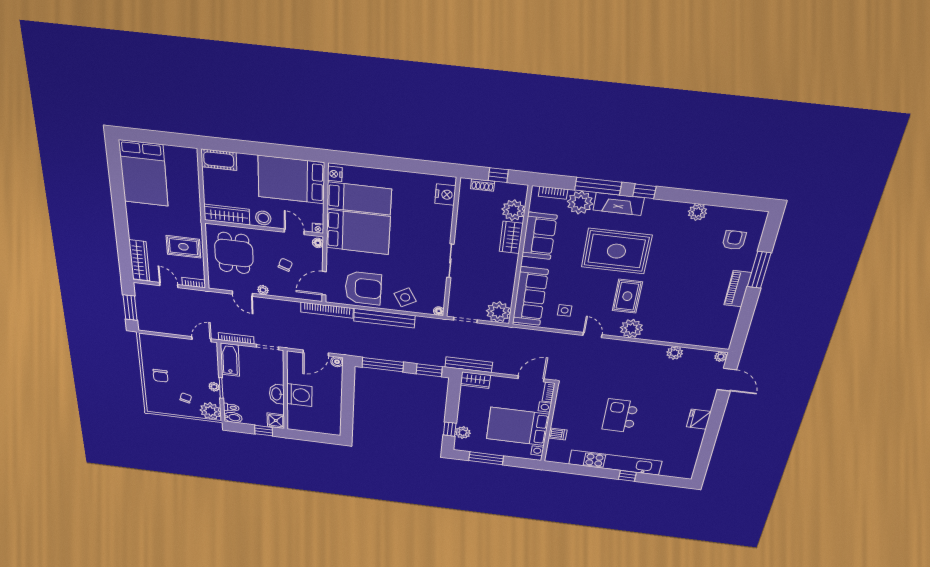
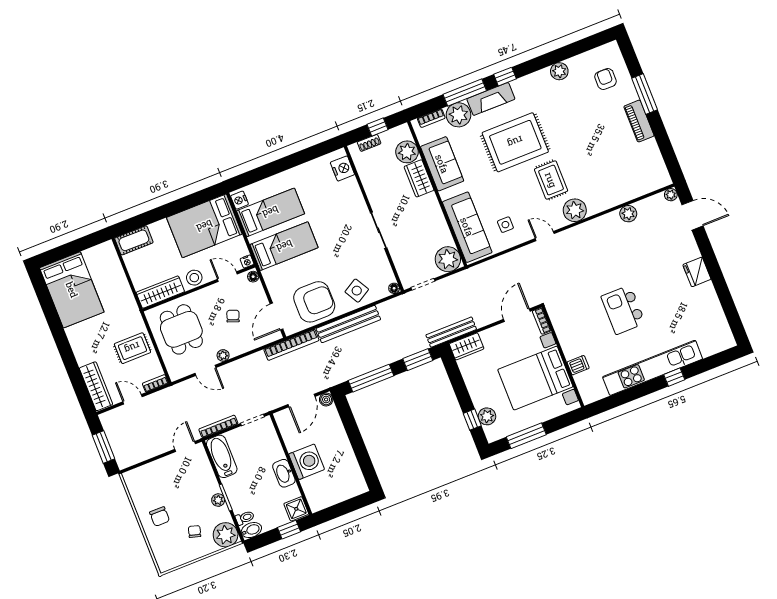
bed: (358, 232) -> (284, 246), width x0.67

